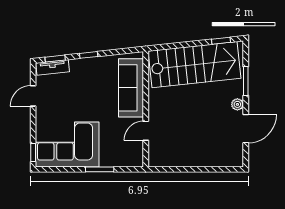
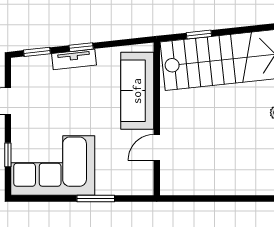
window: (221, 41) -> (199, 35), moved
tv unit: (53, 67) -> (74, 59), moved
window: (33, 153) -> (8, 155), moved

